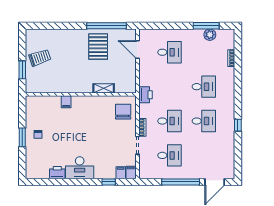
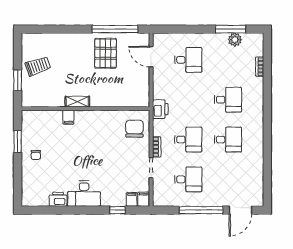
shelving: (104, 88) -> (77, 102), moved
window: (238, 125) -> (267, 144), removed
window: (22, 137) -> (18, 142), moved

